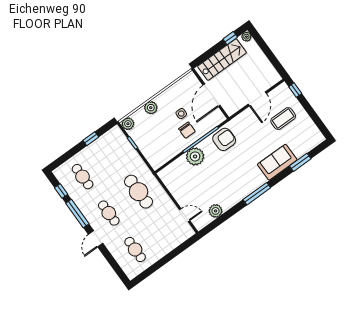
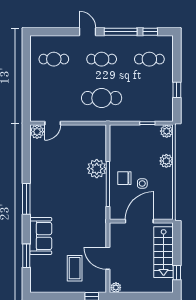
plant: (246, 37) -> (116, 288), moved
door: (212, 95) -> (139, 221), hinge flipped
armchair: (224, 139) -> (93, 204), removed
plant: (216, 211) -> (37, 132), moved

